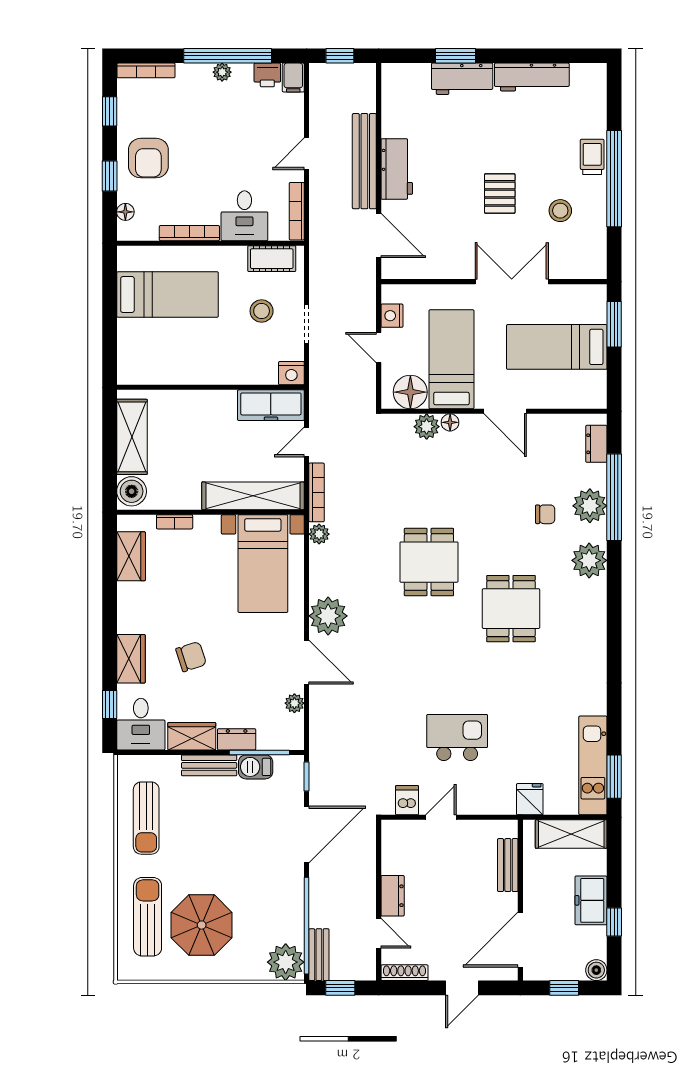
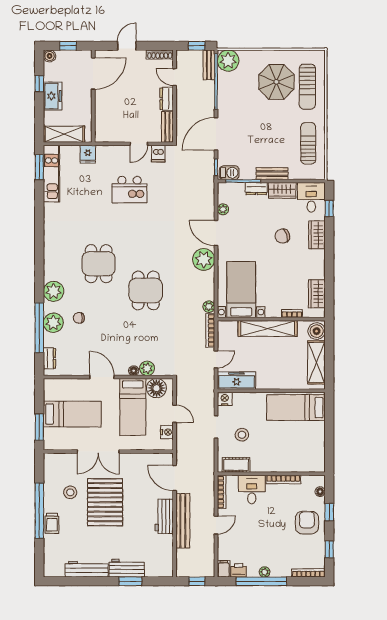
pallet: (500, 193) -> (105, 502), width x2.05, depth x2.00
bed: (167, 295) -> (296, 408), moved
shelving: (253, 496) -> (268, 328), moved
barbecue: (256, 767) -> (229, 173), moved
bench: (508, 865) -> (167, 127), moved

